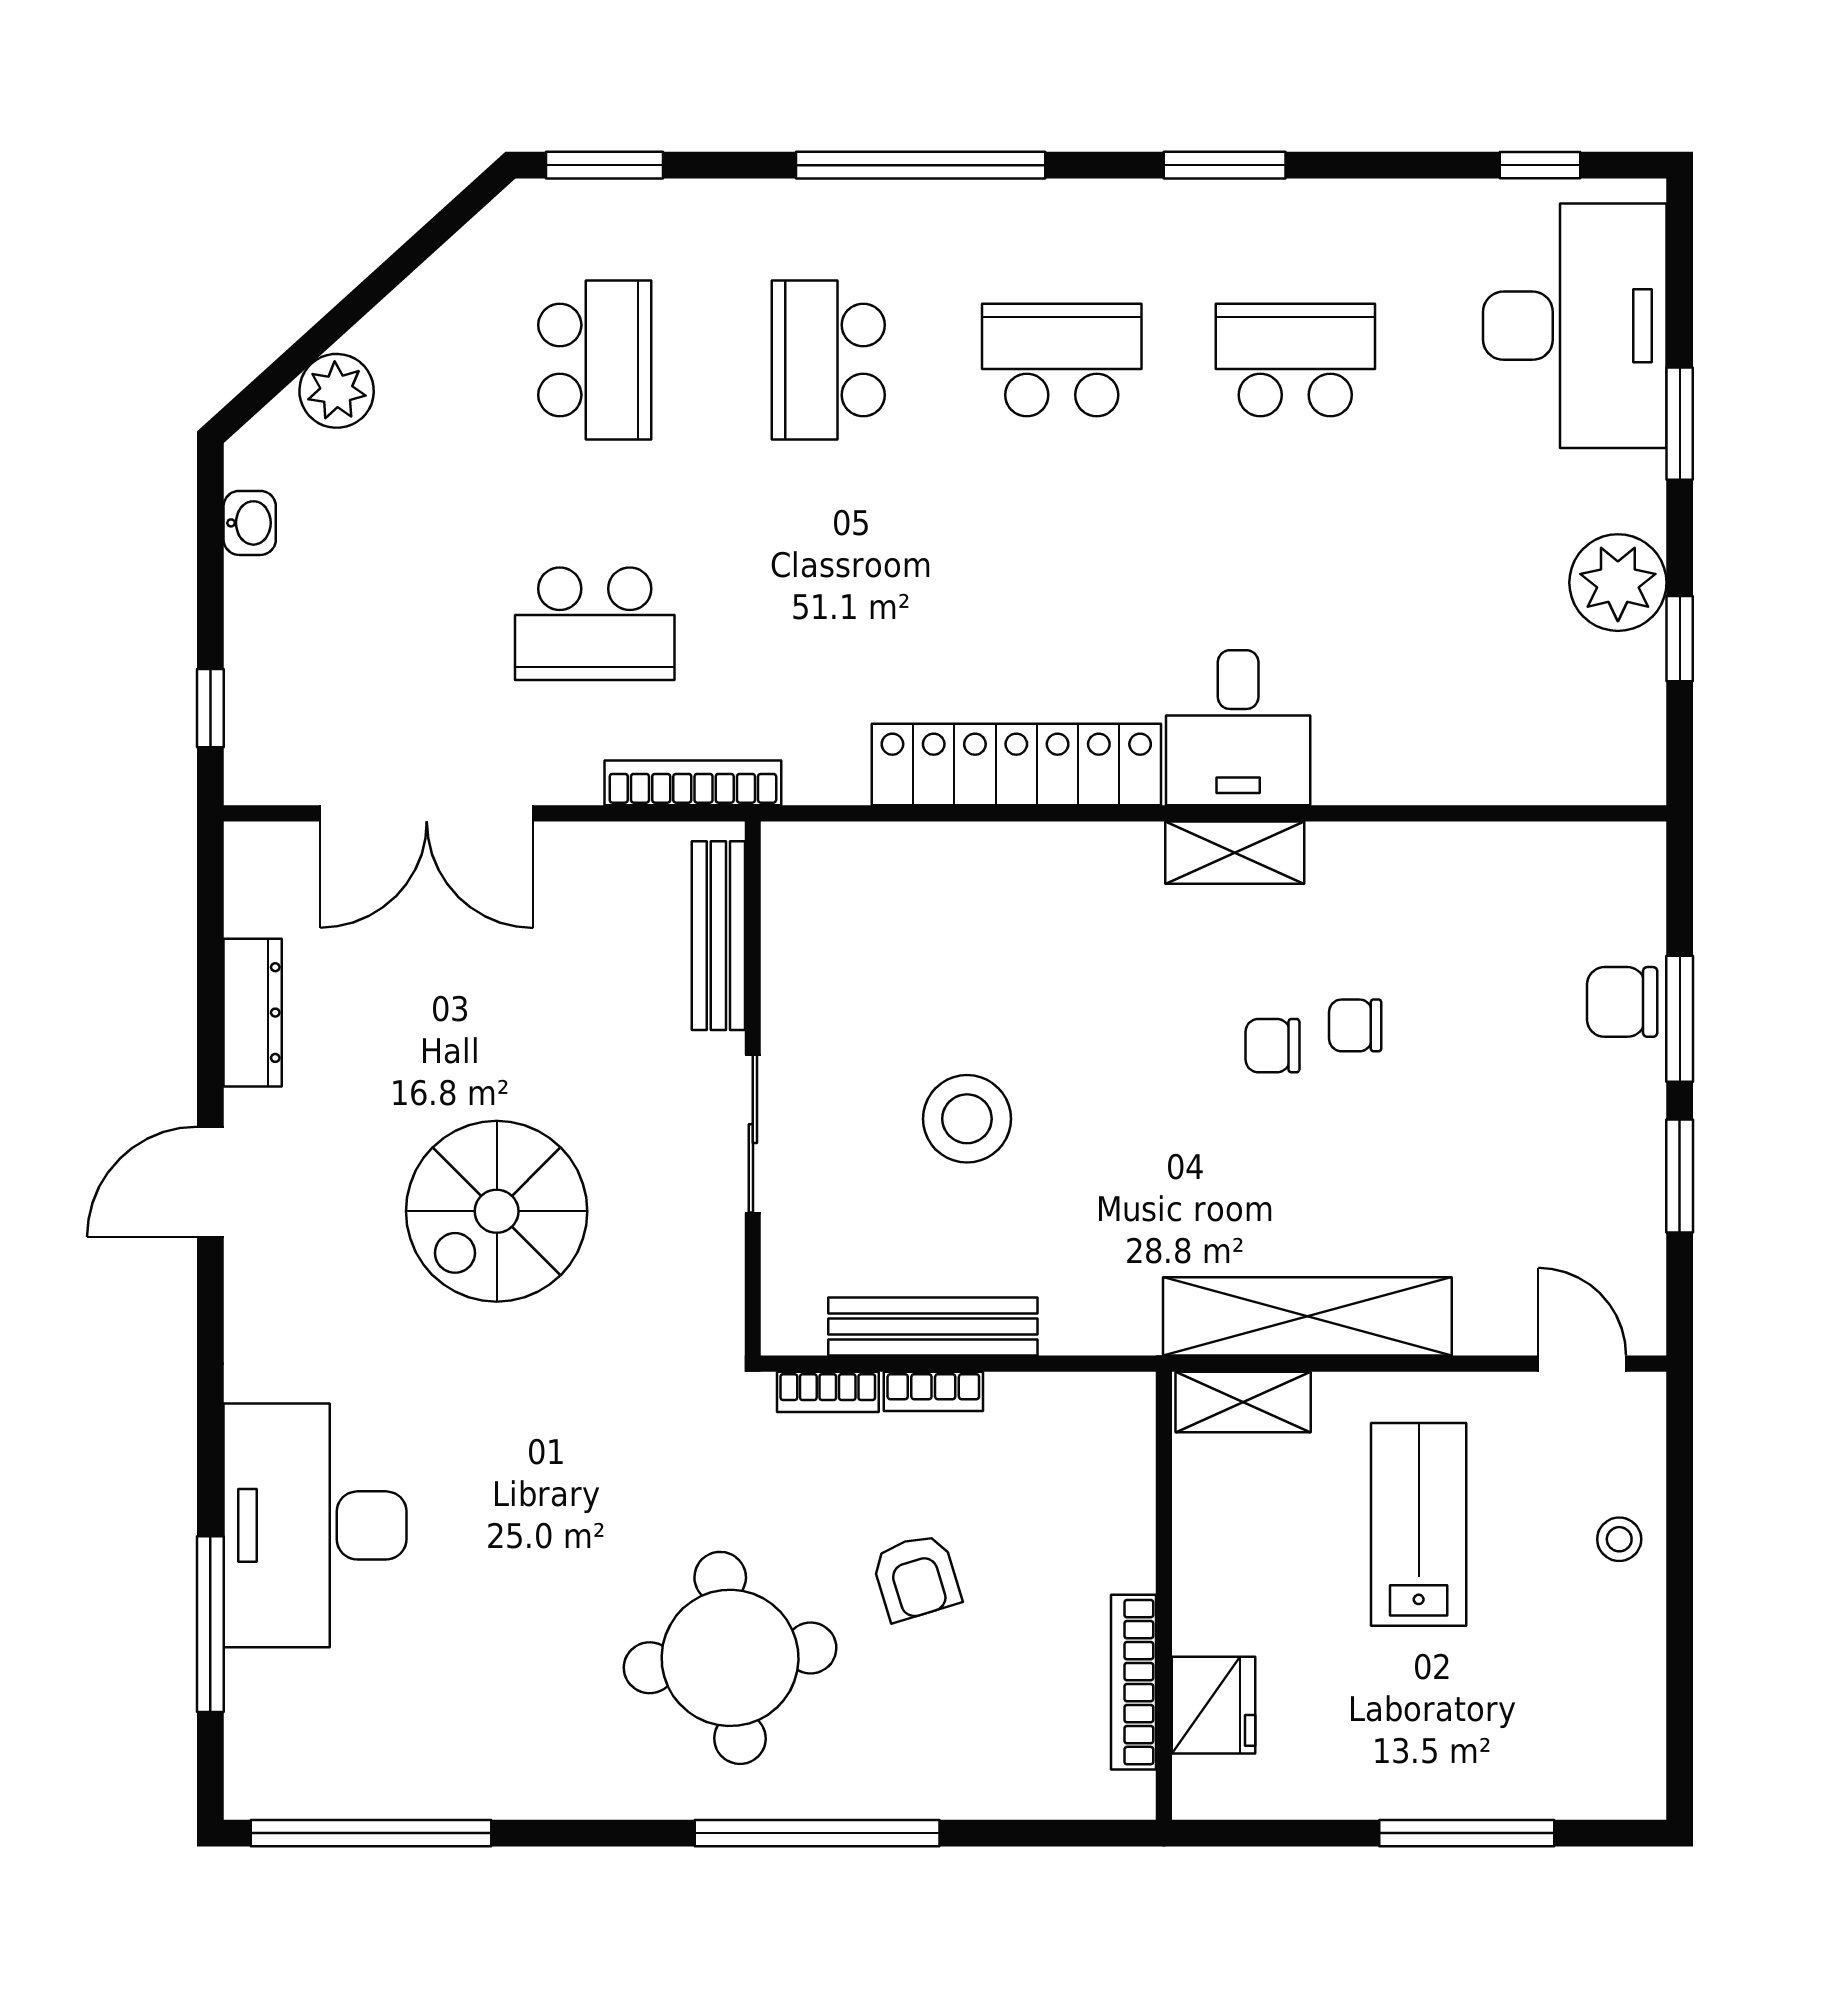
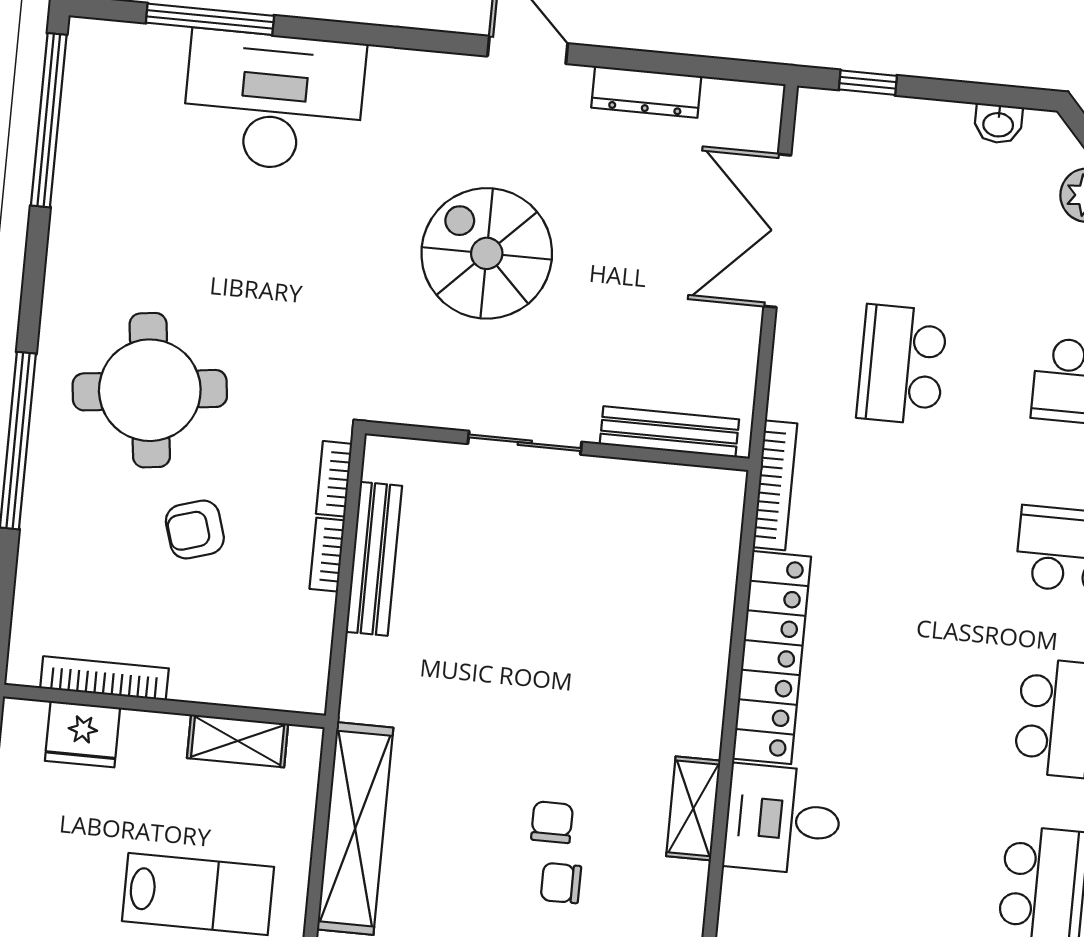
bookcase: (693, 783) -> (775, 485), moved
chair: (1355, 1025) -> (561, 883), turned -90
stool: (967, 1119) -> (521, 598), removed
shelving: (1243, 1402) -> (238, 741), moved, turned 90

